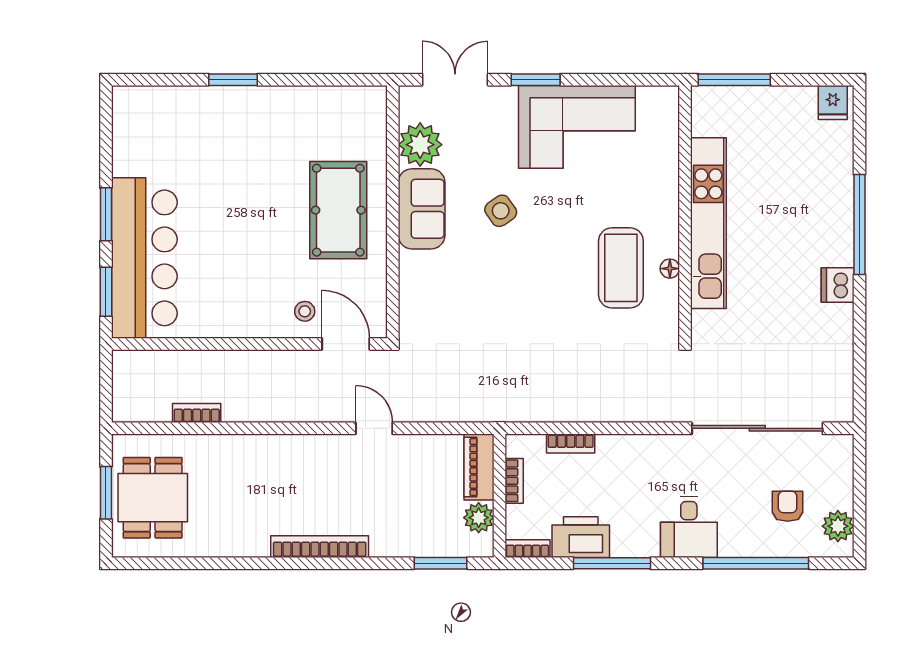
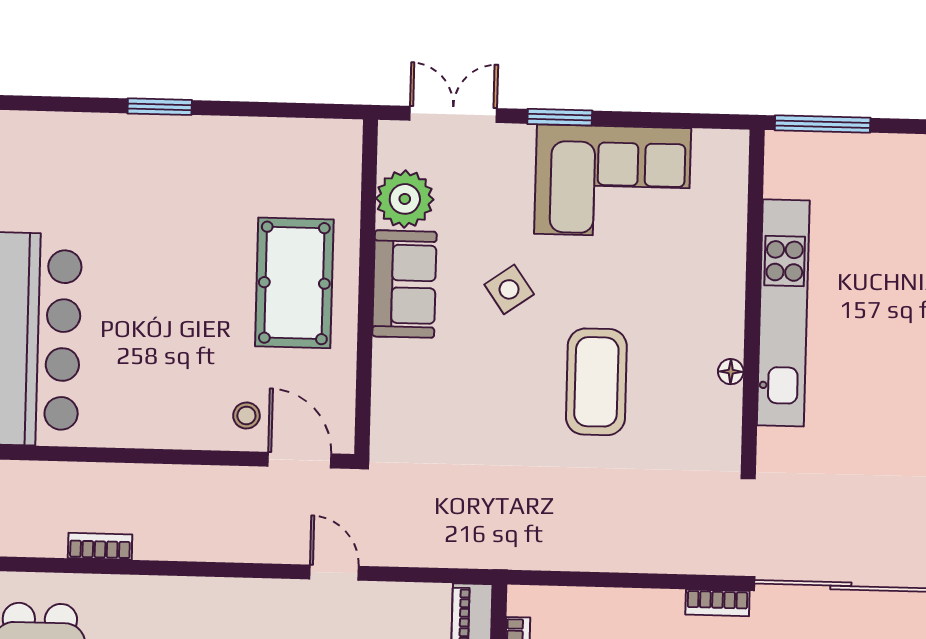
coffee table: (621, 268) -> (596, 382), moved
bookcase: (571, 444) -> (717, 603), moved

